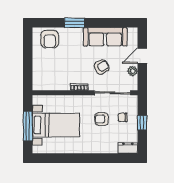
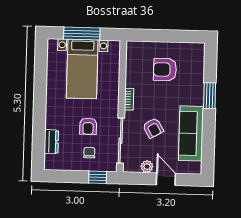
armchair: (50, 39) -> (165, 70), moved
armchair: (102, 119) -> (88, 126), turned 180
window: (142, 123) -> (98, 177), moved
dresser: (128, 148) -> (51, 142), moved

